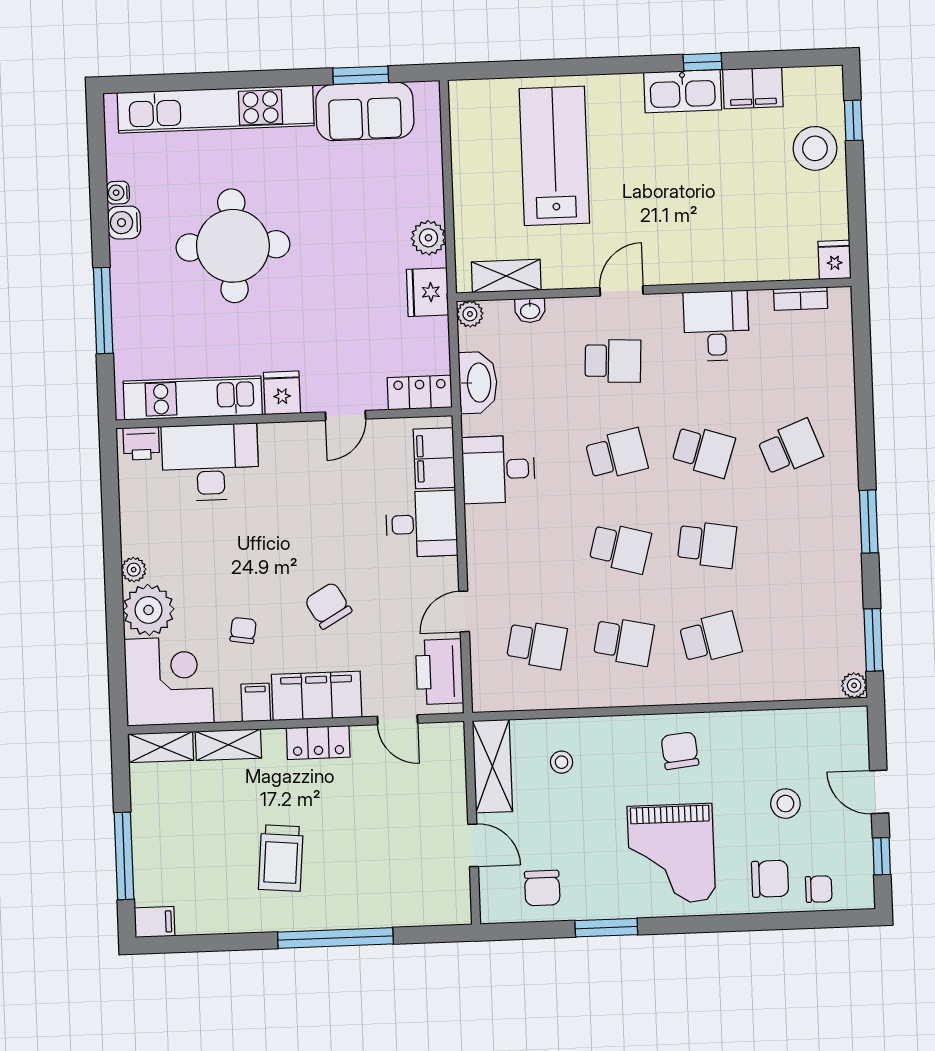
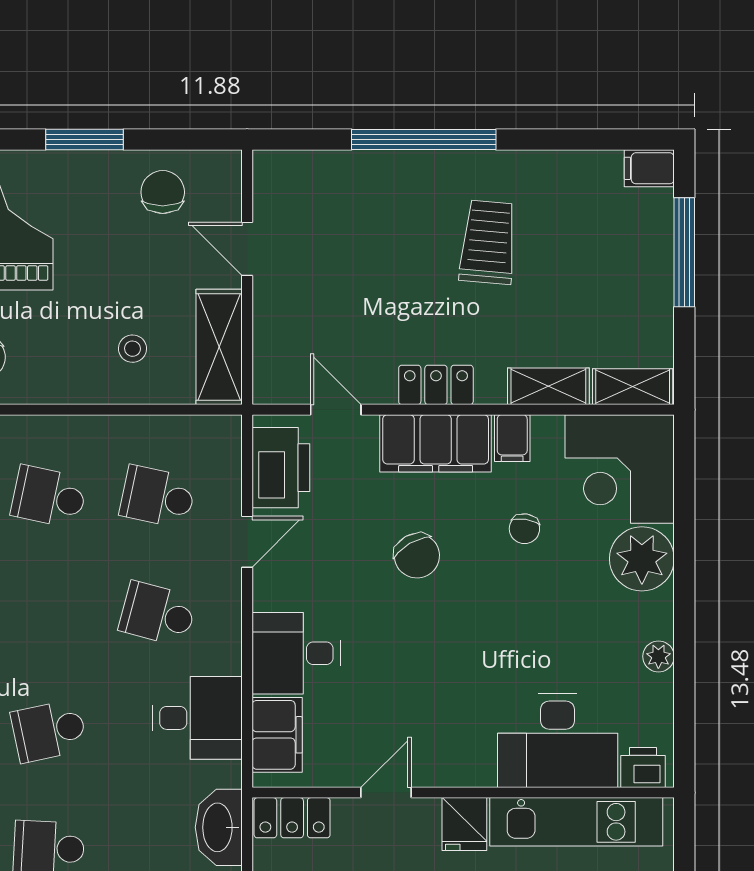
school desk: (620, 548) -> (158, 614), moved
plant: (134, 570) -> (658, 656), moved

